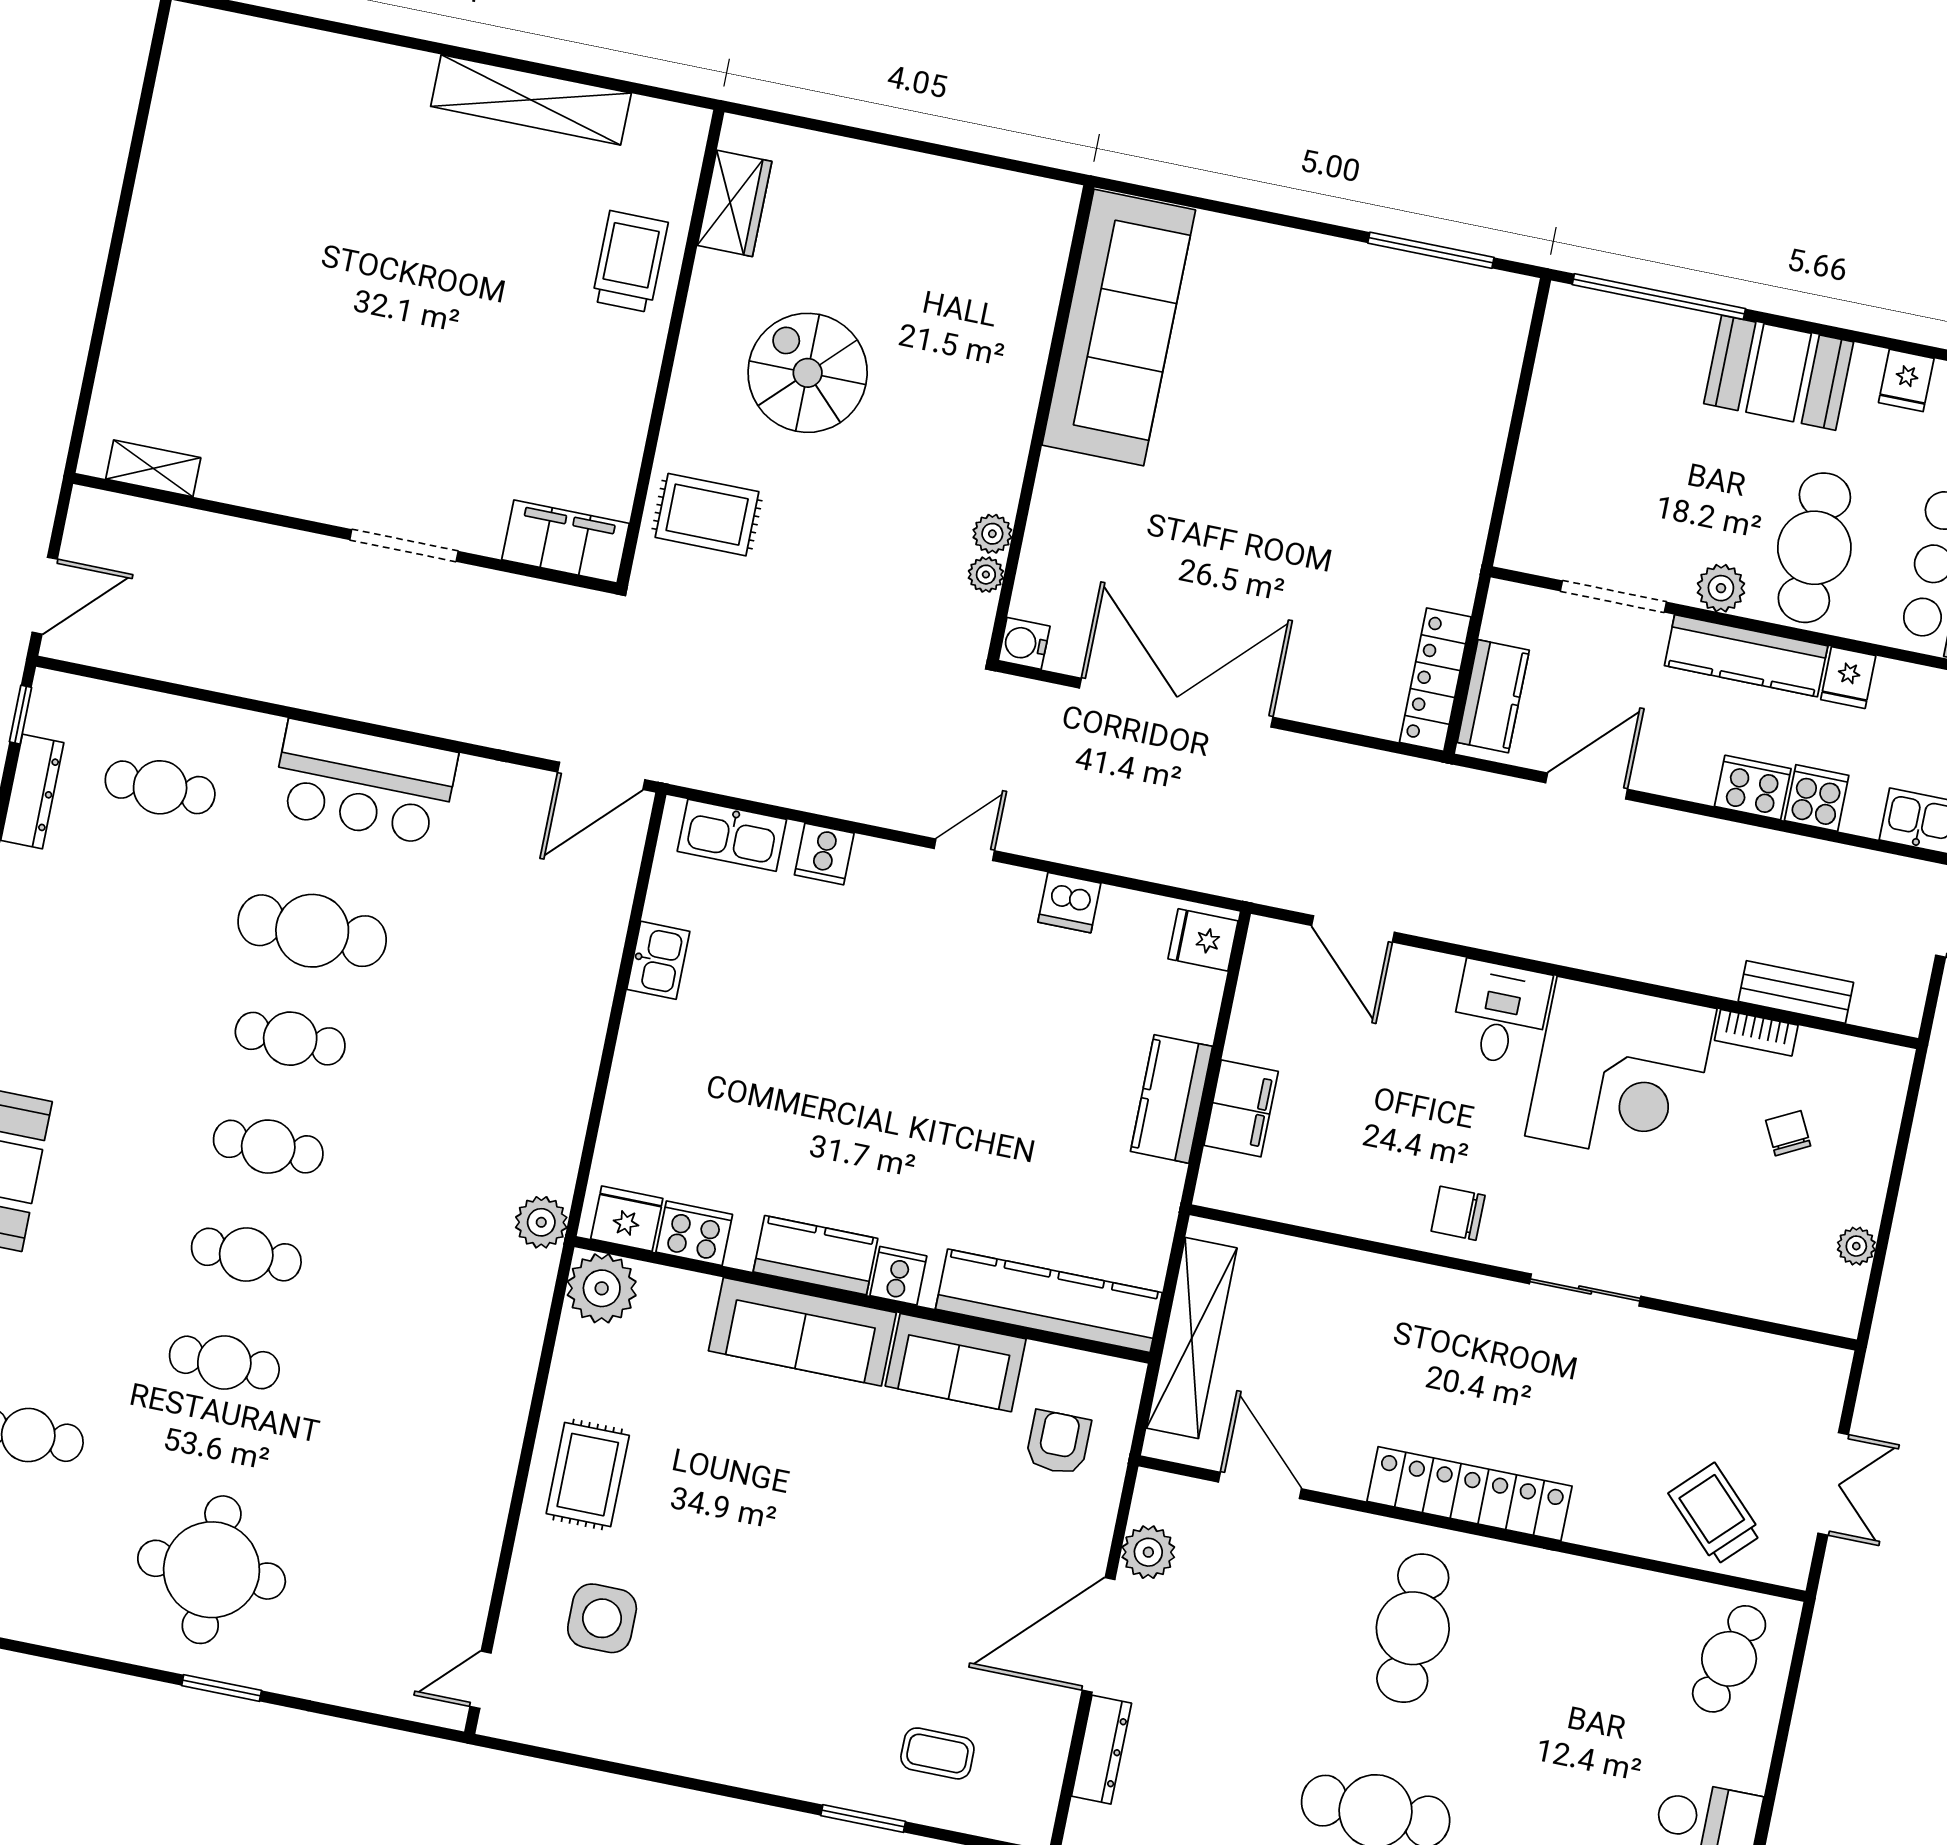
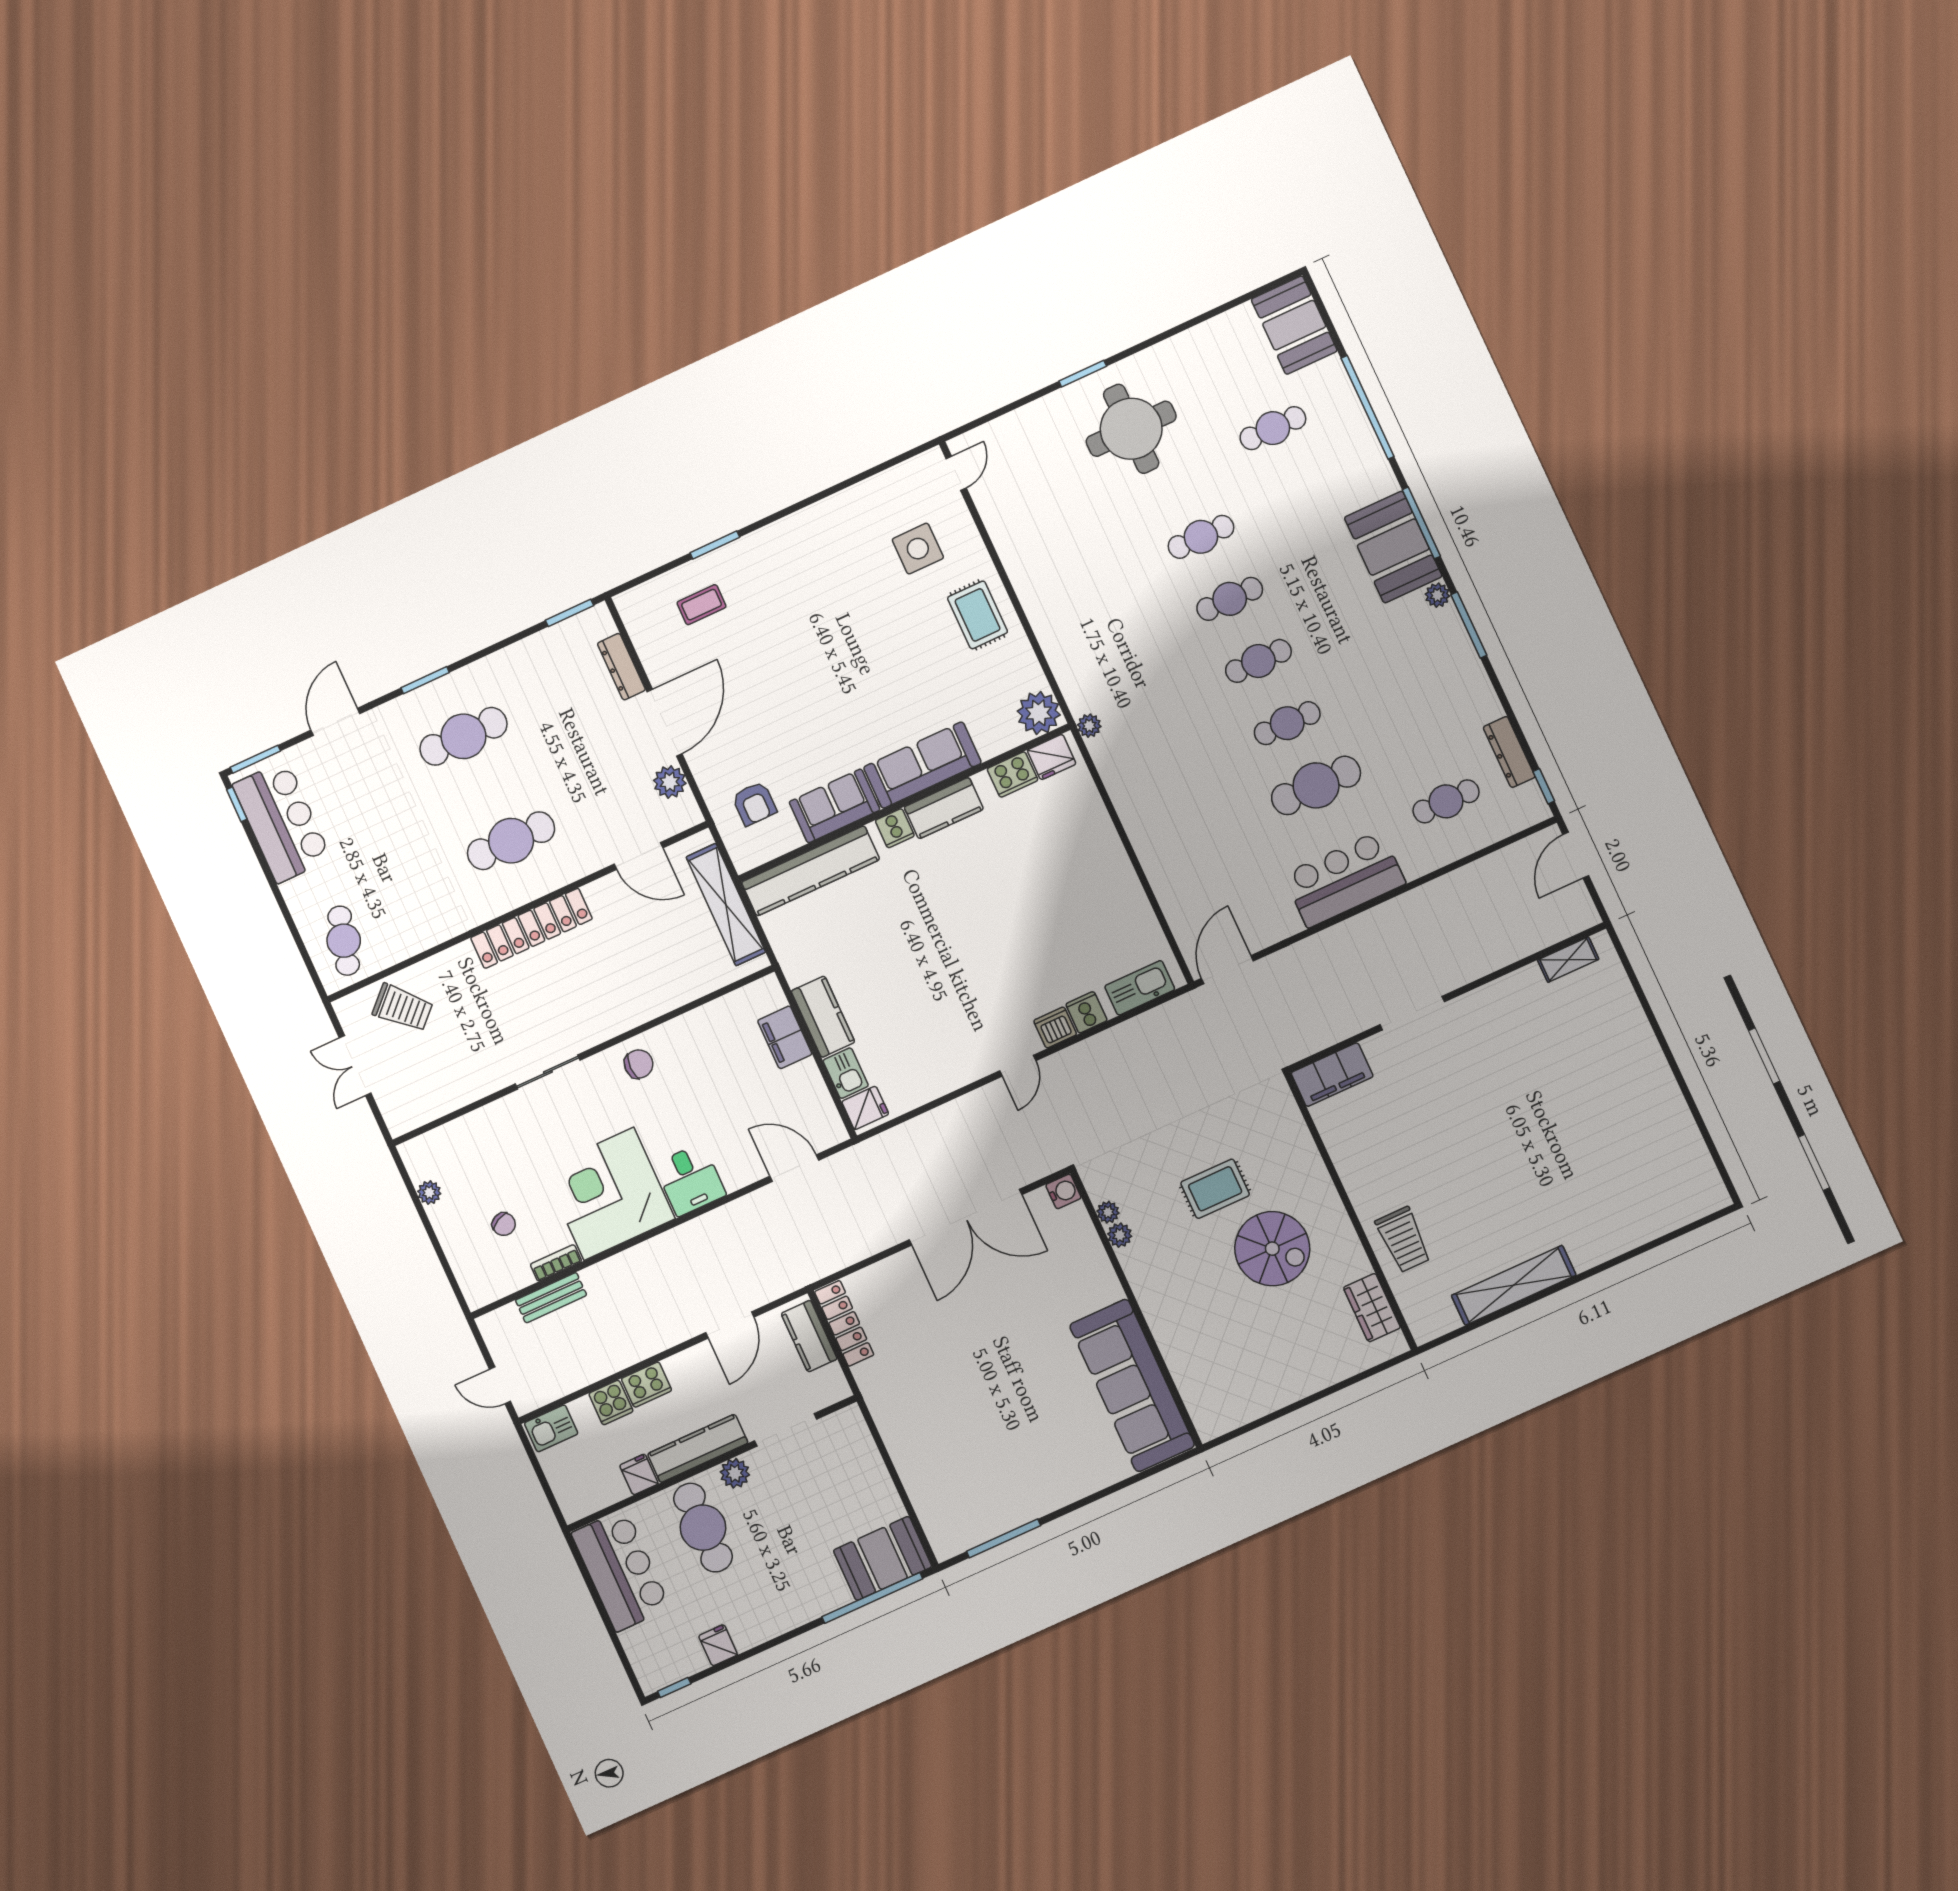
booth: (1779, 373) -> (883, 1558), moved
rug: (707, 515) -> (1215, 1189), moved
dishwasher: (1069, 903) -> (1055, 1027), moved
kitchen sink: (658, 960) -> (846, 1073), moved, turned 180
plant: (541, 1222) -> (1089, 726), width x0.73, depth x0.73
cafe table: (1413, 1628) -> (511, 841), turned 90

